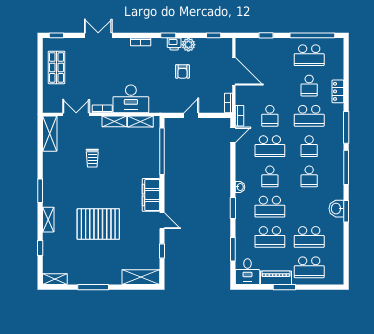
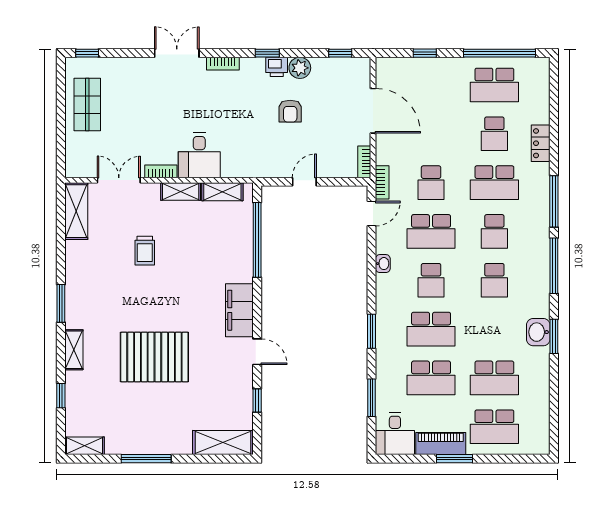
double door: (98, 35) -> (177, 53), moved
desk: (131, 99) -> (199, 155), width x0.73
washbasin: (240, 187) -> (383, 264), moved

